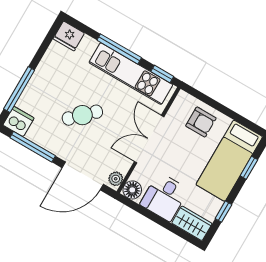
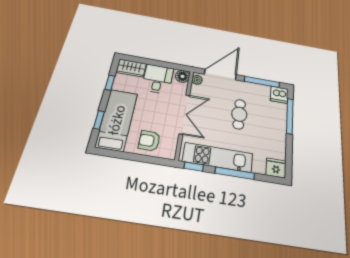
cafe table: (82, 115) -> (239, 114), turned -46

